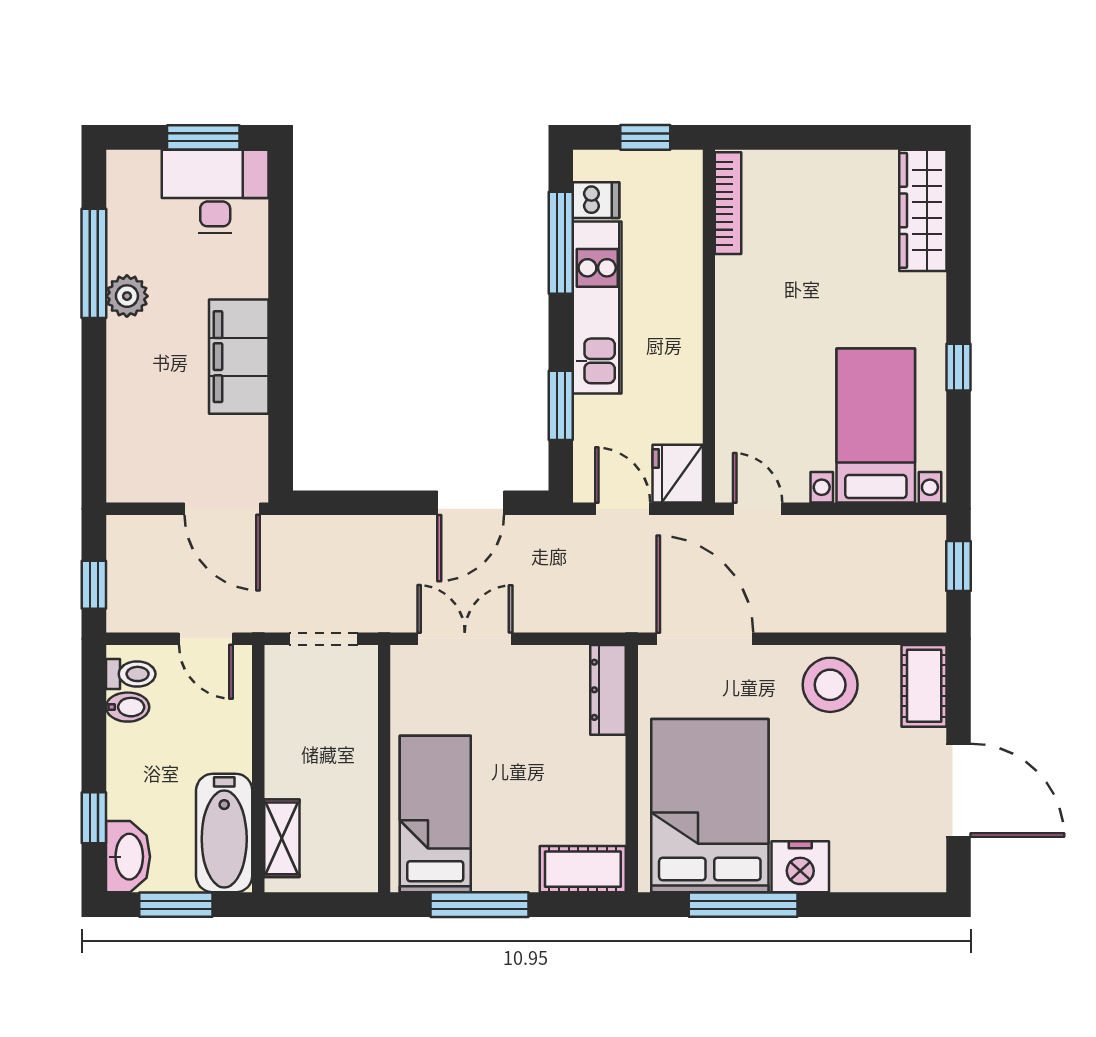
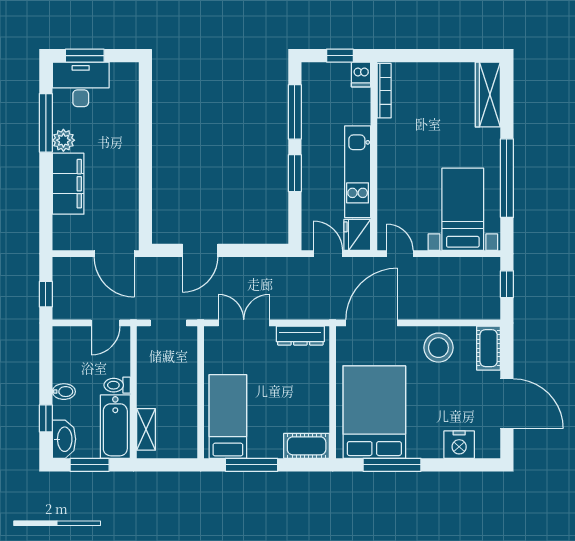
window: (203, 137) -> (85, 56), moved
desk: (215, 191) -> (81, 84), moved
dishwasher: (596, 200) -> (361, 74), moved, turned 90
kitchen unit: (597, 307) -> (358, 172), moved, turned 180
filing cabinet: (239, 357) -> (68, 184), moved, turned 180
window: (959, 367) -> (507, 178), width x3.17
window: (561, 405) -> (295, 173), moved
door: (471, 503) -> (200, 250), moved
door: (206, 639) -> (106, 323), hinge flipped
door: (705, 639) -> (372, 323), hinge flipped
toilet: (131, 674) -> (117, 385), moved, turned 180
dresser: (608, 690) -> (300, 336), moved, turned -90
bidet: (128, 707) -> (64, 392), moved
nightstand: (800, 867) -> (459, 445), moved

